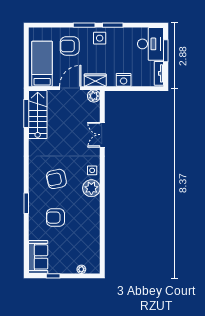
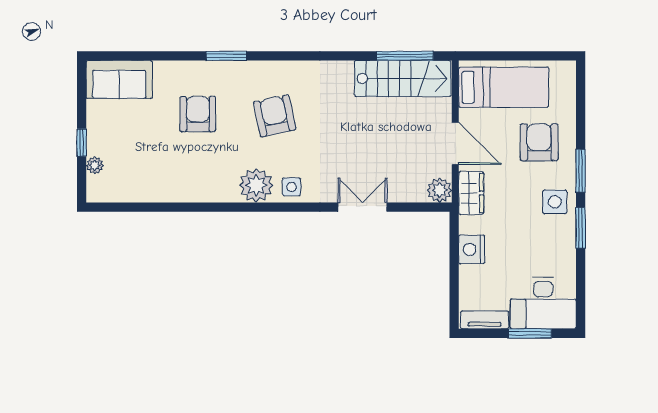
window: (53, 276) -> (82, 143), moved

